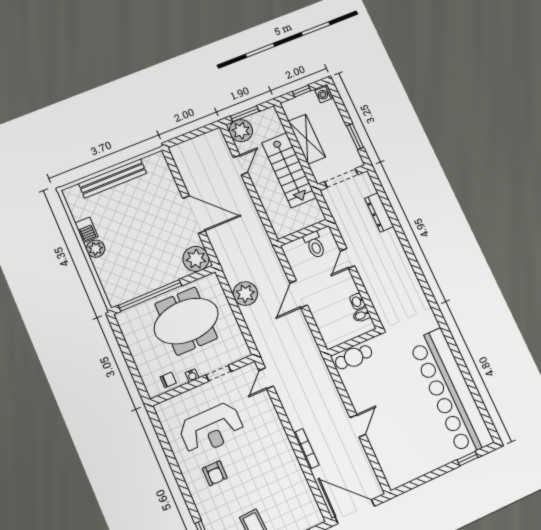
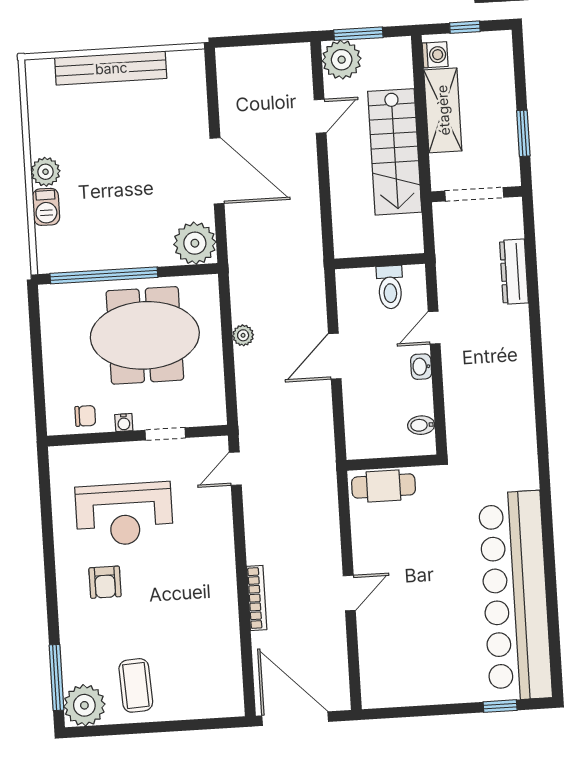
washing machine: (324, 94) -> (435, 55), moved, turned 180
barbecue: (86, 230) -> (46, 207), moved
plant: (245, 294) -> (243, 335), width x0.53, depth x0.53
washbasin: (357, 301) -> (421, 367), moved

